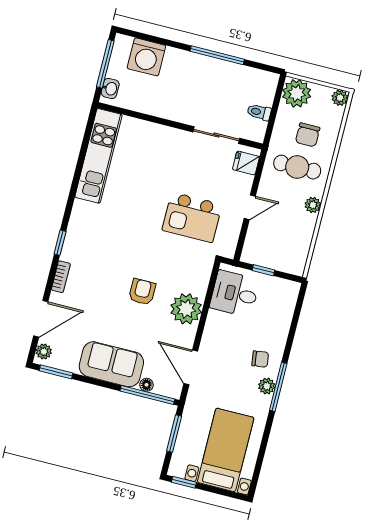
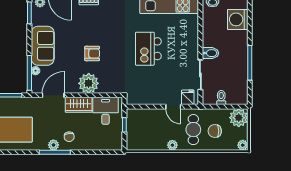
bidet: (187, 111) -> (210, 53), added
door: (250, 207) -> (173, 107), moved
kitchen island: (192, 217) -> (148, 49), moved
wardrobe: (215, 332) -> (79, 105), added

